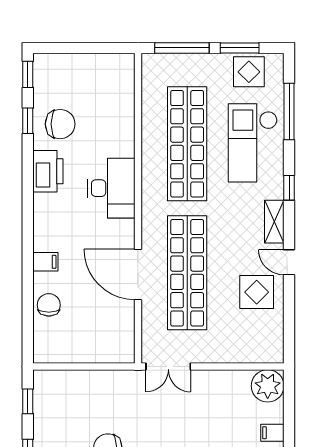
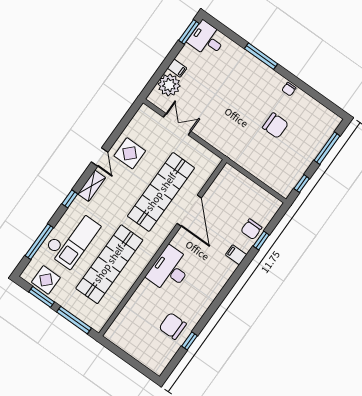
window: (28, 74) -> (261, 240), moved
printer: (48, 171) -> (198, 305), removed
double door: (168, 366) -> (177, 124), moved
plant: (268, 386) -> (169, 85), moved

